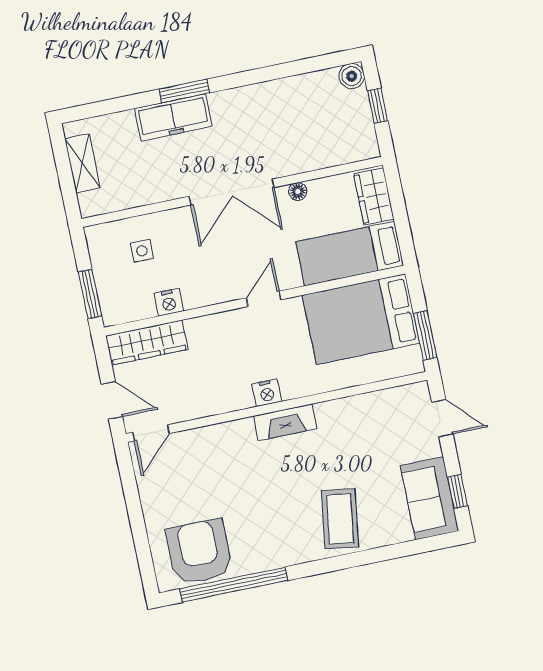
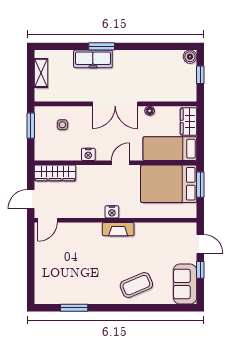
window: (90, 294) -> (31, 126), moved
nightstand: (169, 302) -> (88, 154), moved
window: (425, 336) -> (200, 185), moved
door: (112, 400) -> (31, 199), swing flipped
window: (457, 491) -> (200, 270), moved
coffee table: (340, 519) -> (136, 285), turned 59
armchair: (199, 552) -> (60, 287), removed
window: (234, 585) -> (74, 308), width x0.47

